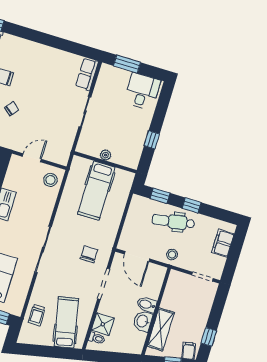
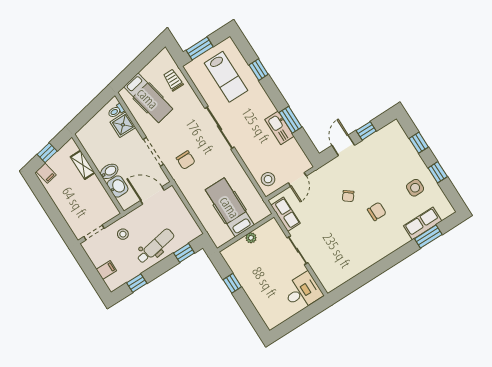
window: (127, 64) -> (307, 314), removed
row of seats: (87, 74) -> (286, 214), moved
desk: (142, 91) -> (302, 291), moved, turned -90
window: (192, 205) -> (137, 283), moved
filing cabinet: (223, 243) -> (106, 270), width x0.50
stool: (172, 255) -> (123, 234), moved
washbasin: (143, 321) -> (118, 187), moved
shelving: (161, 329) -> (83, 165), width x0.67, depth x0.75
window: (209, 337) -> (44, 198), removed

